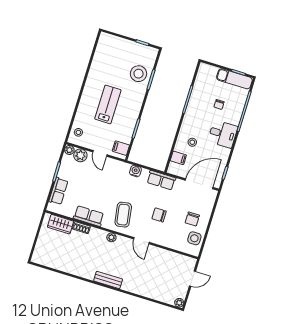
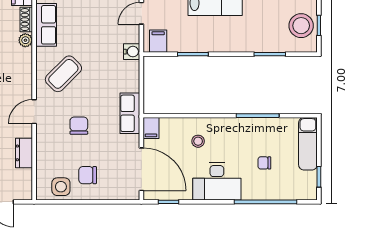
stool: (138, 74) -> (301, 26), moved
exam couch: (234, 79) -> (308, 144), moved
desk: (223, 134) -> (217, 181), width x1.37
filing cabinet: (178, 158) -> (151, 128), moved
water cooler: (135, 171) -> (132, 52), moved
coffee table: (123, 215) -> (63, 74), turned -36
plant: (111, 237) -> (25, 40), moved
dresser: (166, 255) -> (24, 153), added

